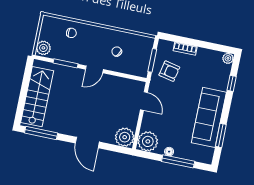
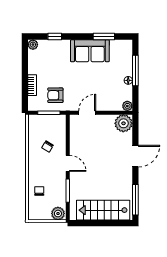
armchair: (169, 71) -> (55, 95), turned -102
sofa: (209, 117) -> (90, 51), width x0.73
plant: (148, 141) -> (127, 106), width x0.53, depth x0.53

